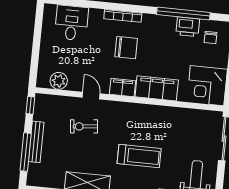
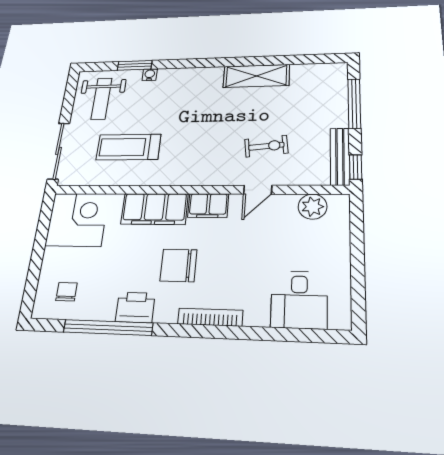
printer: (188, 27) -> (135, 307), moved
chair: (126, 48) -> (178, 265), moved
door: (91, 96) -> (258, 190), hinge flipped
bench: (36, 142) -> (340, 156), moved
treadmill: (139, 156) -> (128, 147), moved

